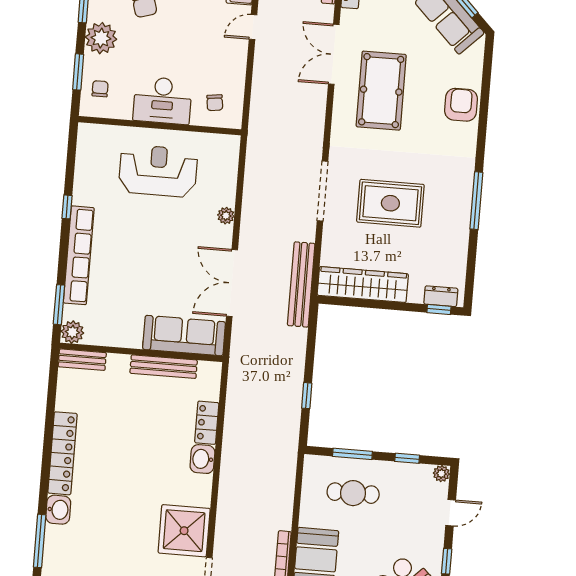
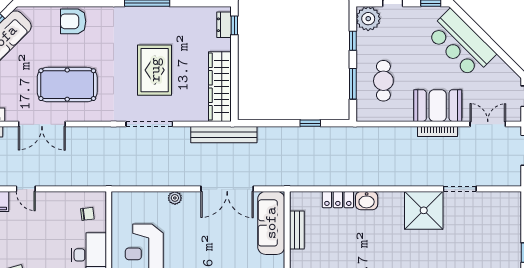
bench: (164, 367) -> (297, 230), width x0.73
plant: (441, 474) -> (368, 19), width x1.87, depth x1.87

